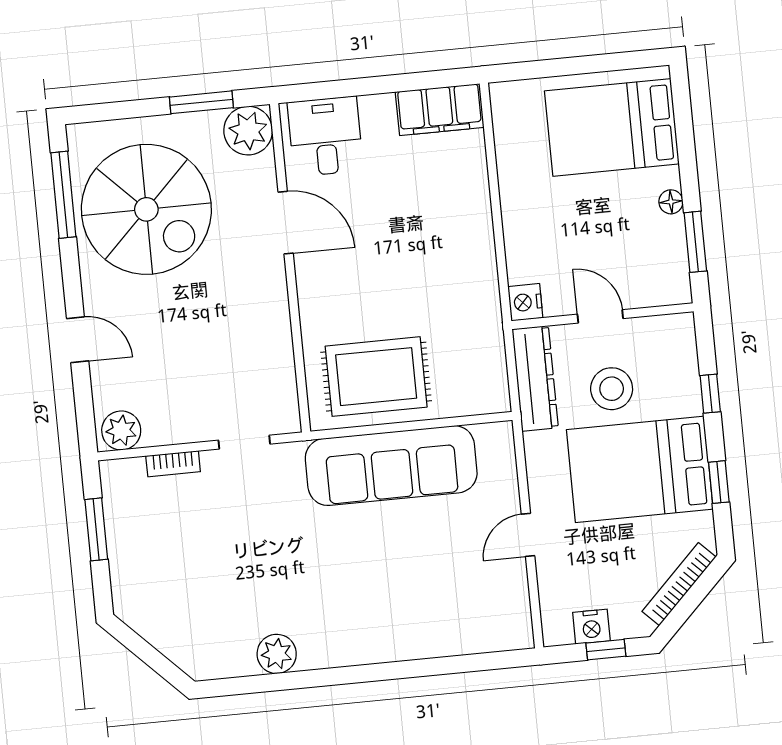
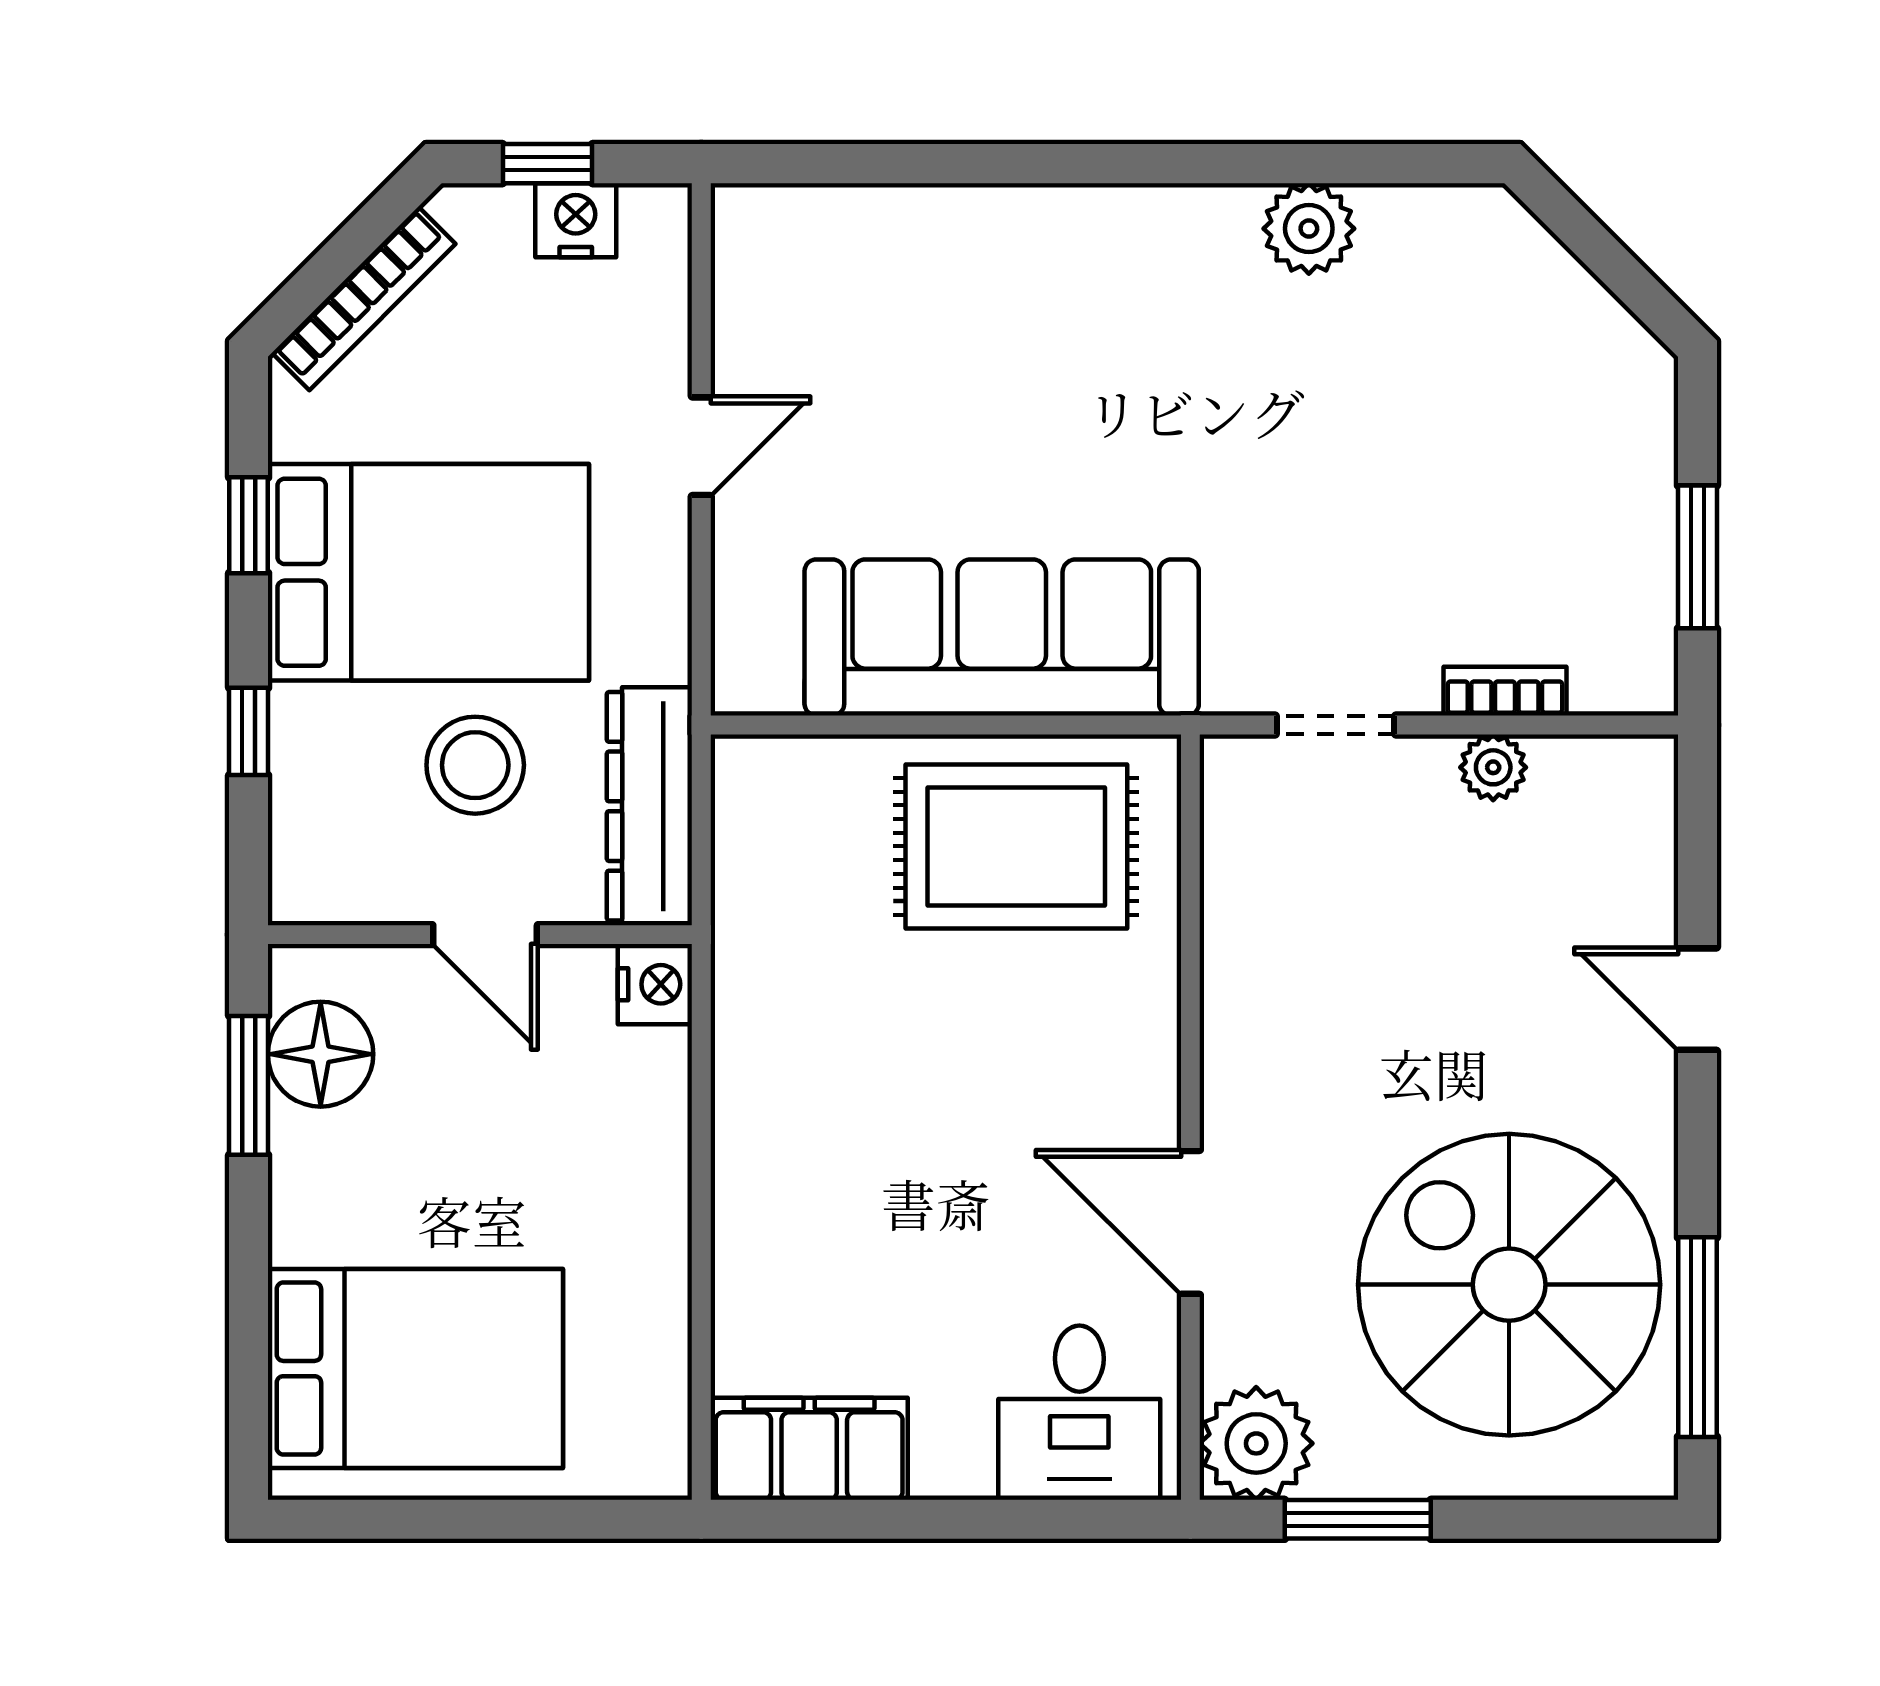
floor lamp: (671, 202) -> (321, 1054), moved, width x1.89, depth x1.89
plant: (121, 430) -> (1493, 767), moved, width x0.73, depth x0.73

